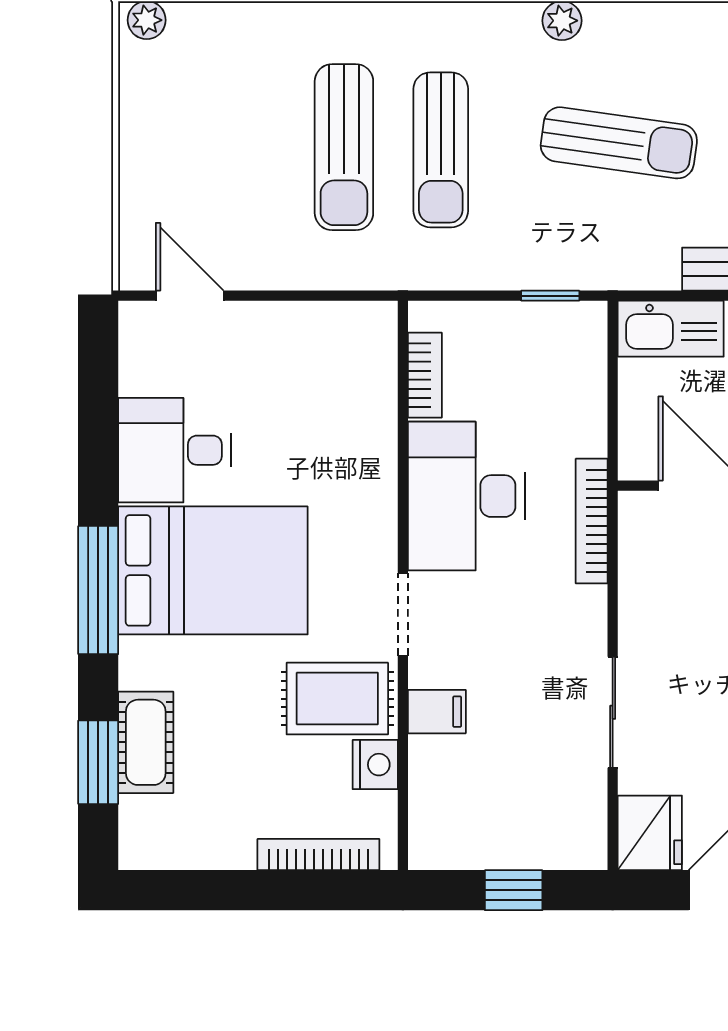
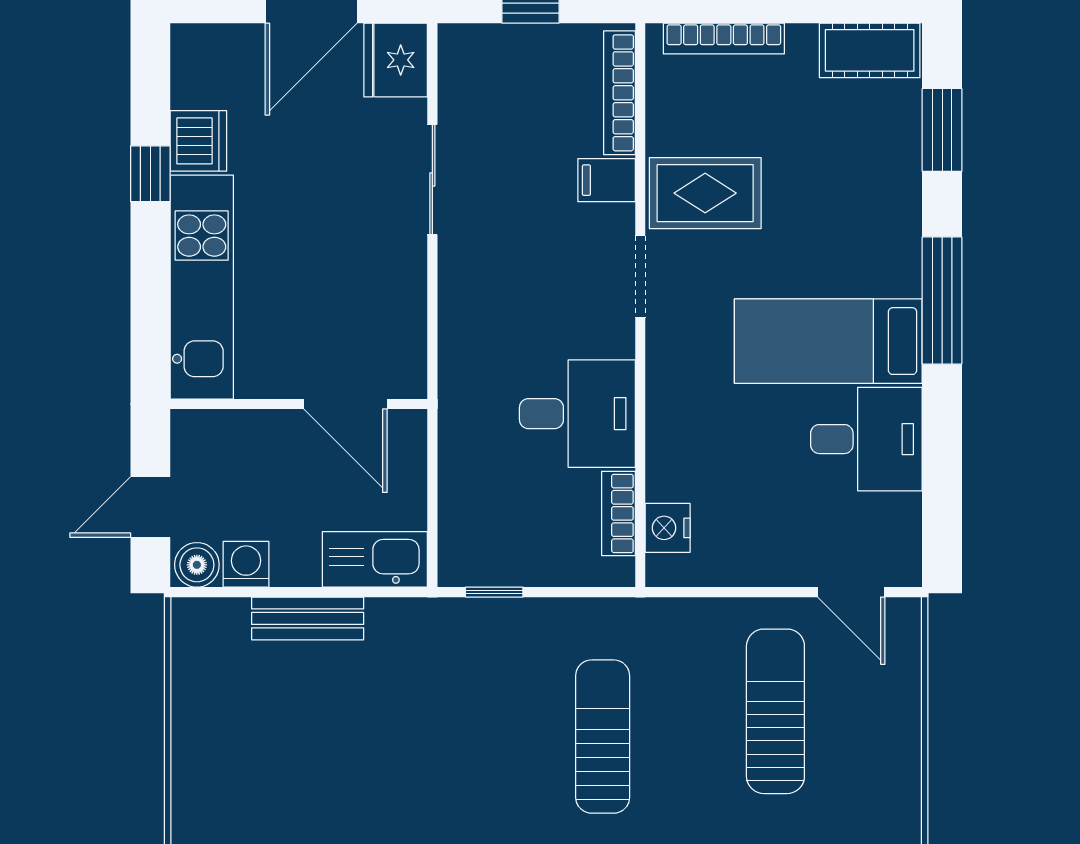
sun lounger: (619, 143) -> (426, 744), removed
sun lounger: (344, 147) -> (775, 711), moved
desk: (466, 496) -> (577, 414), width x0.73
bookcase: (592, 521) -> (619, 93), moved, turned 180
bed: (213, 570) -> (828, 341), width x0.67
cot: (146, 742) -> (870, 50), moved, turned 90
nightstand: (375, 765) -> (668, 528), moved

